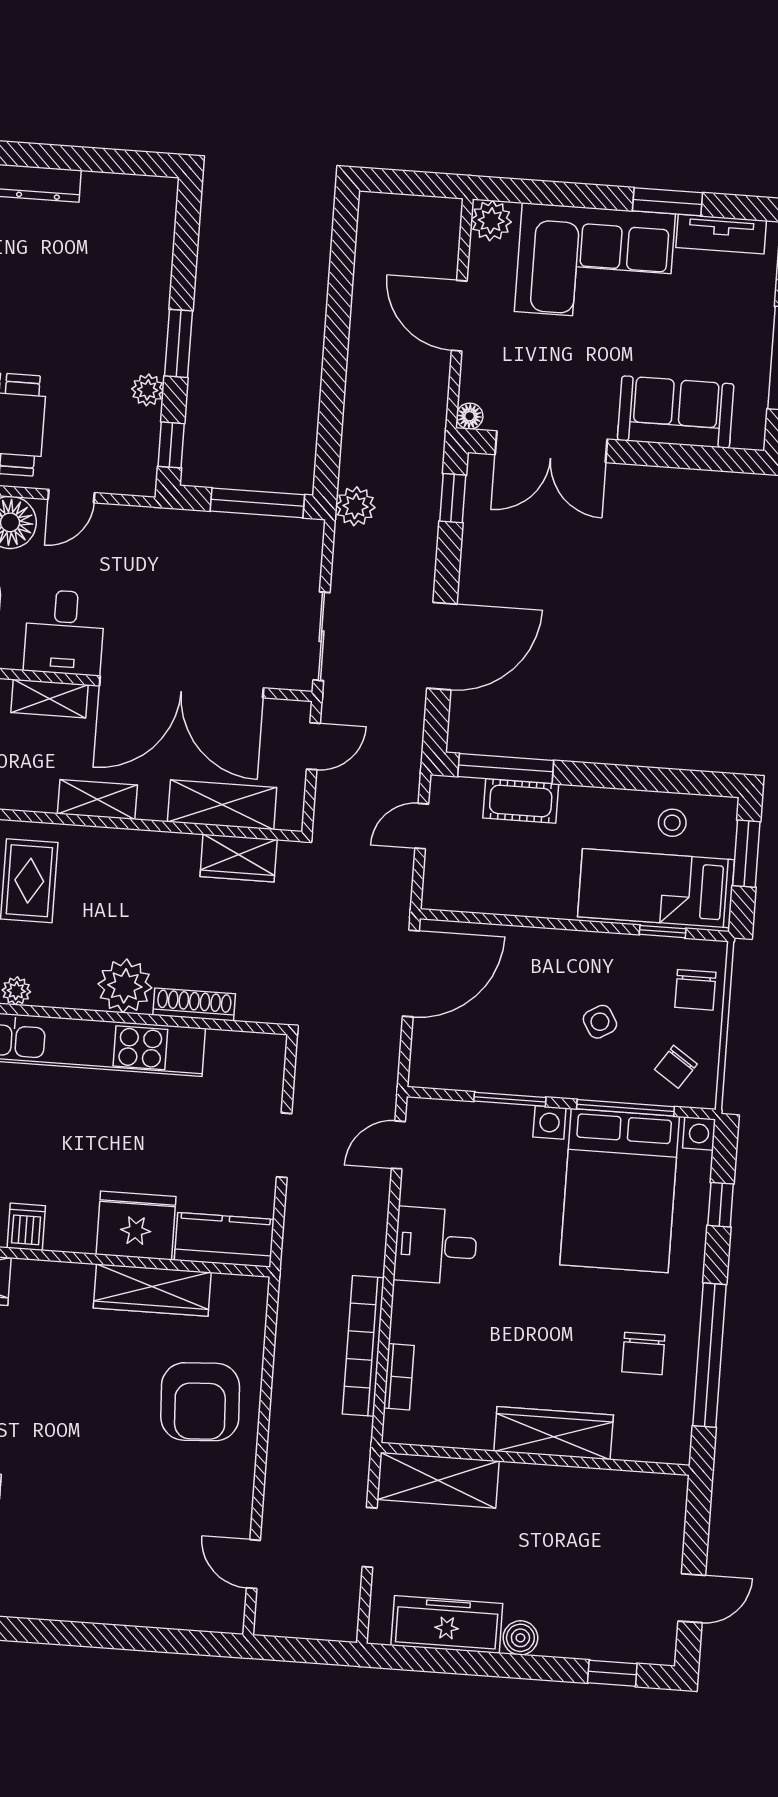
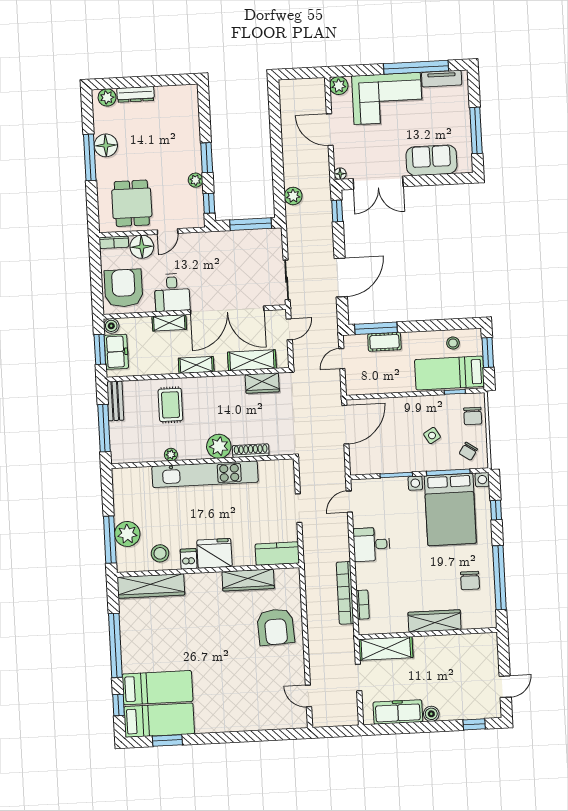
window: (668, 202) -> (416, 67), width x2.11
plant: (355, 506) -> (293, 196), moved
fridge: (136, 1226) -> (214, 553), moved

